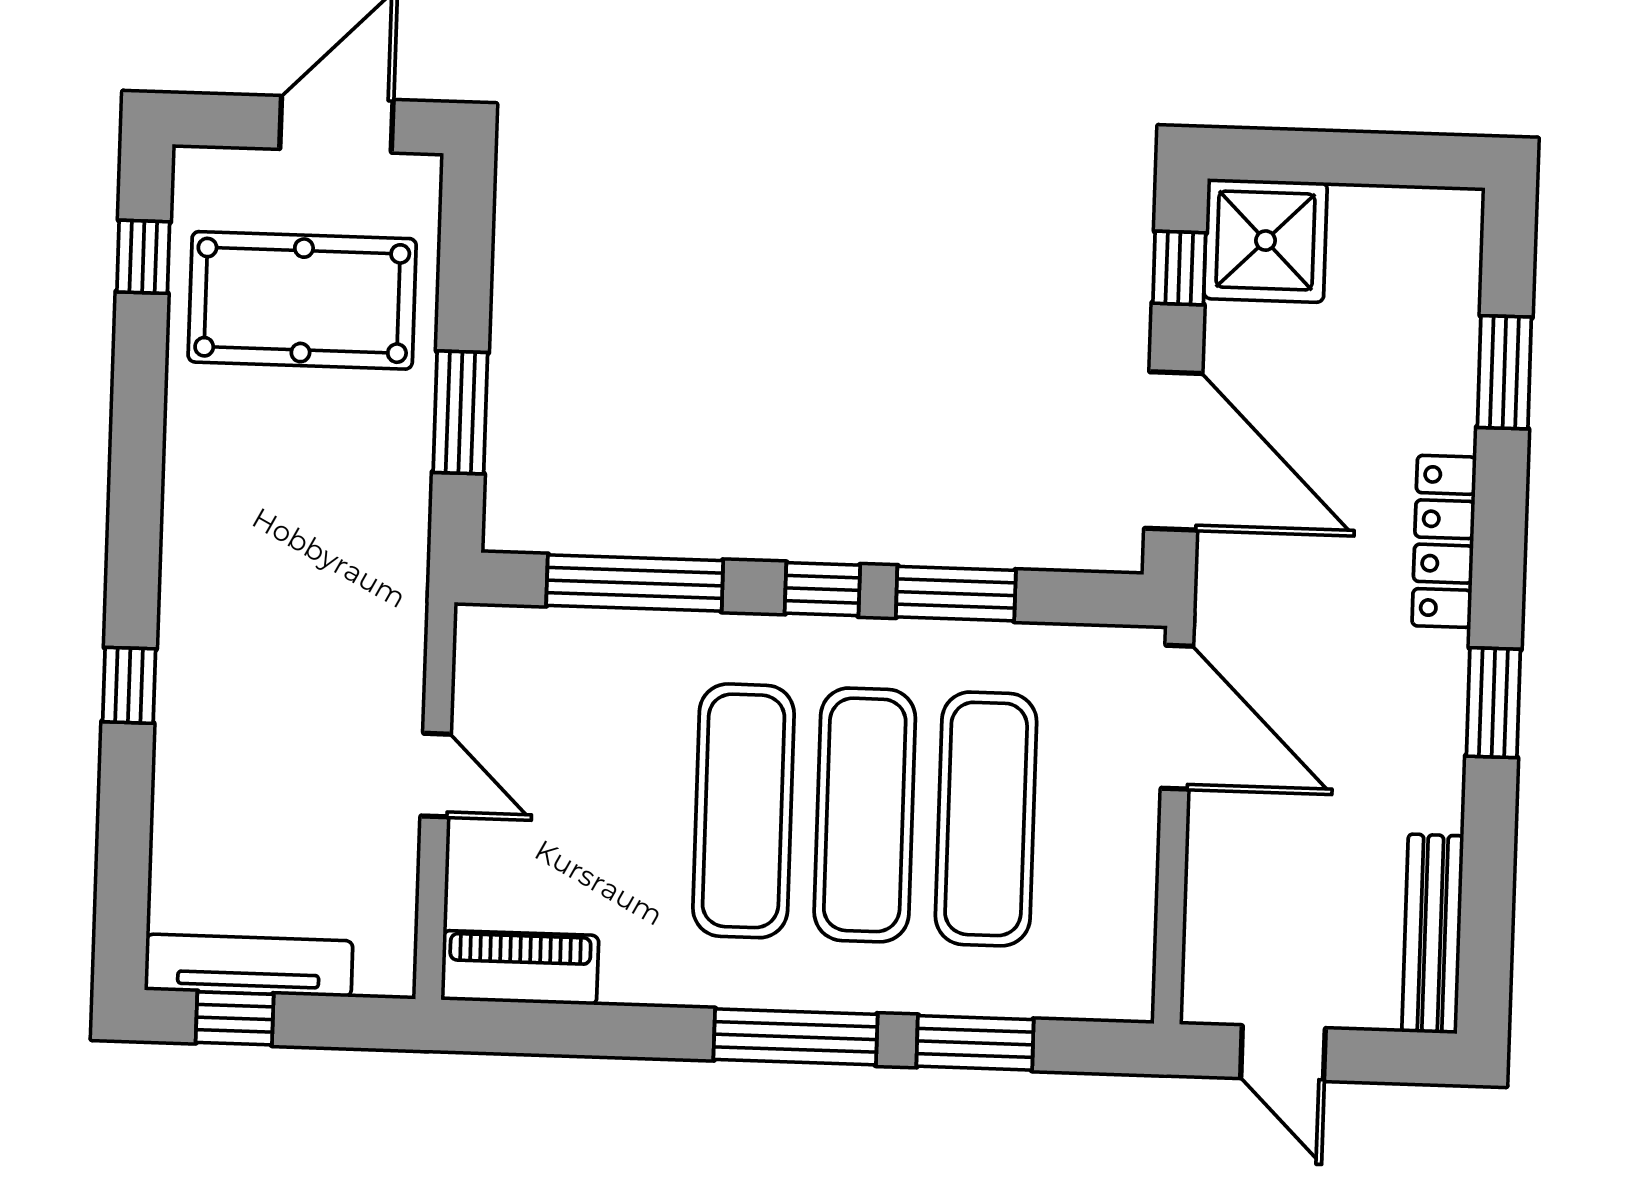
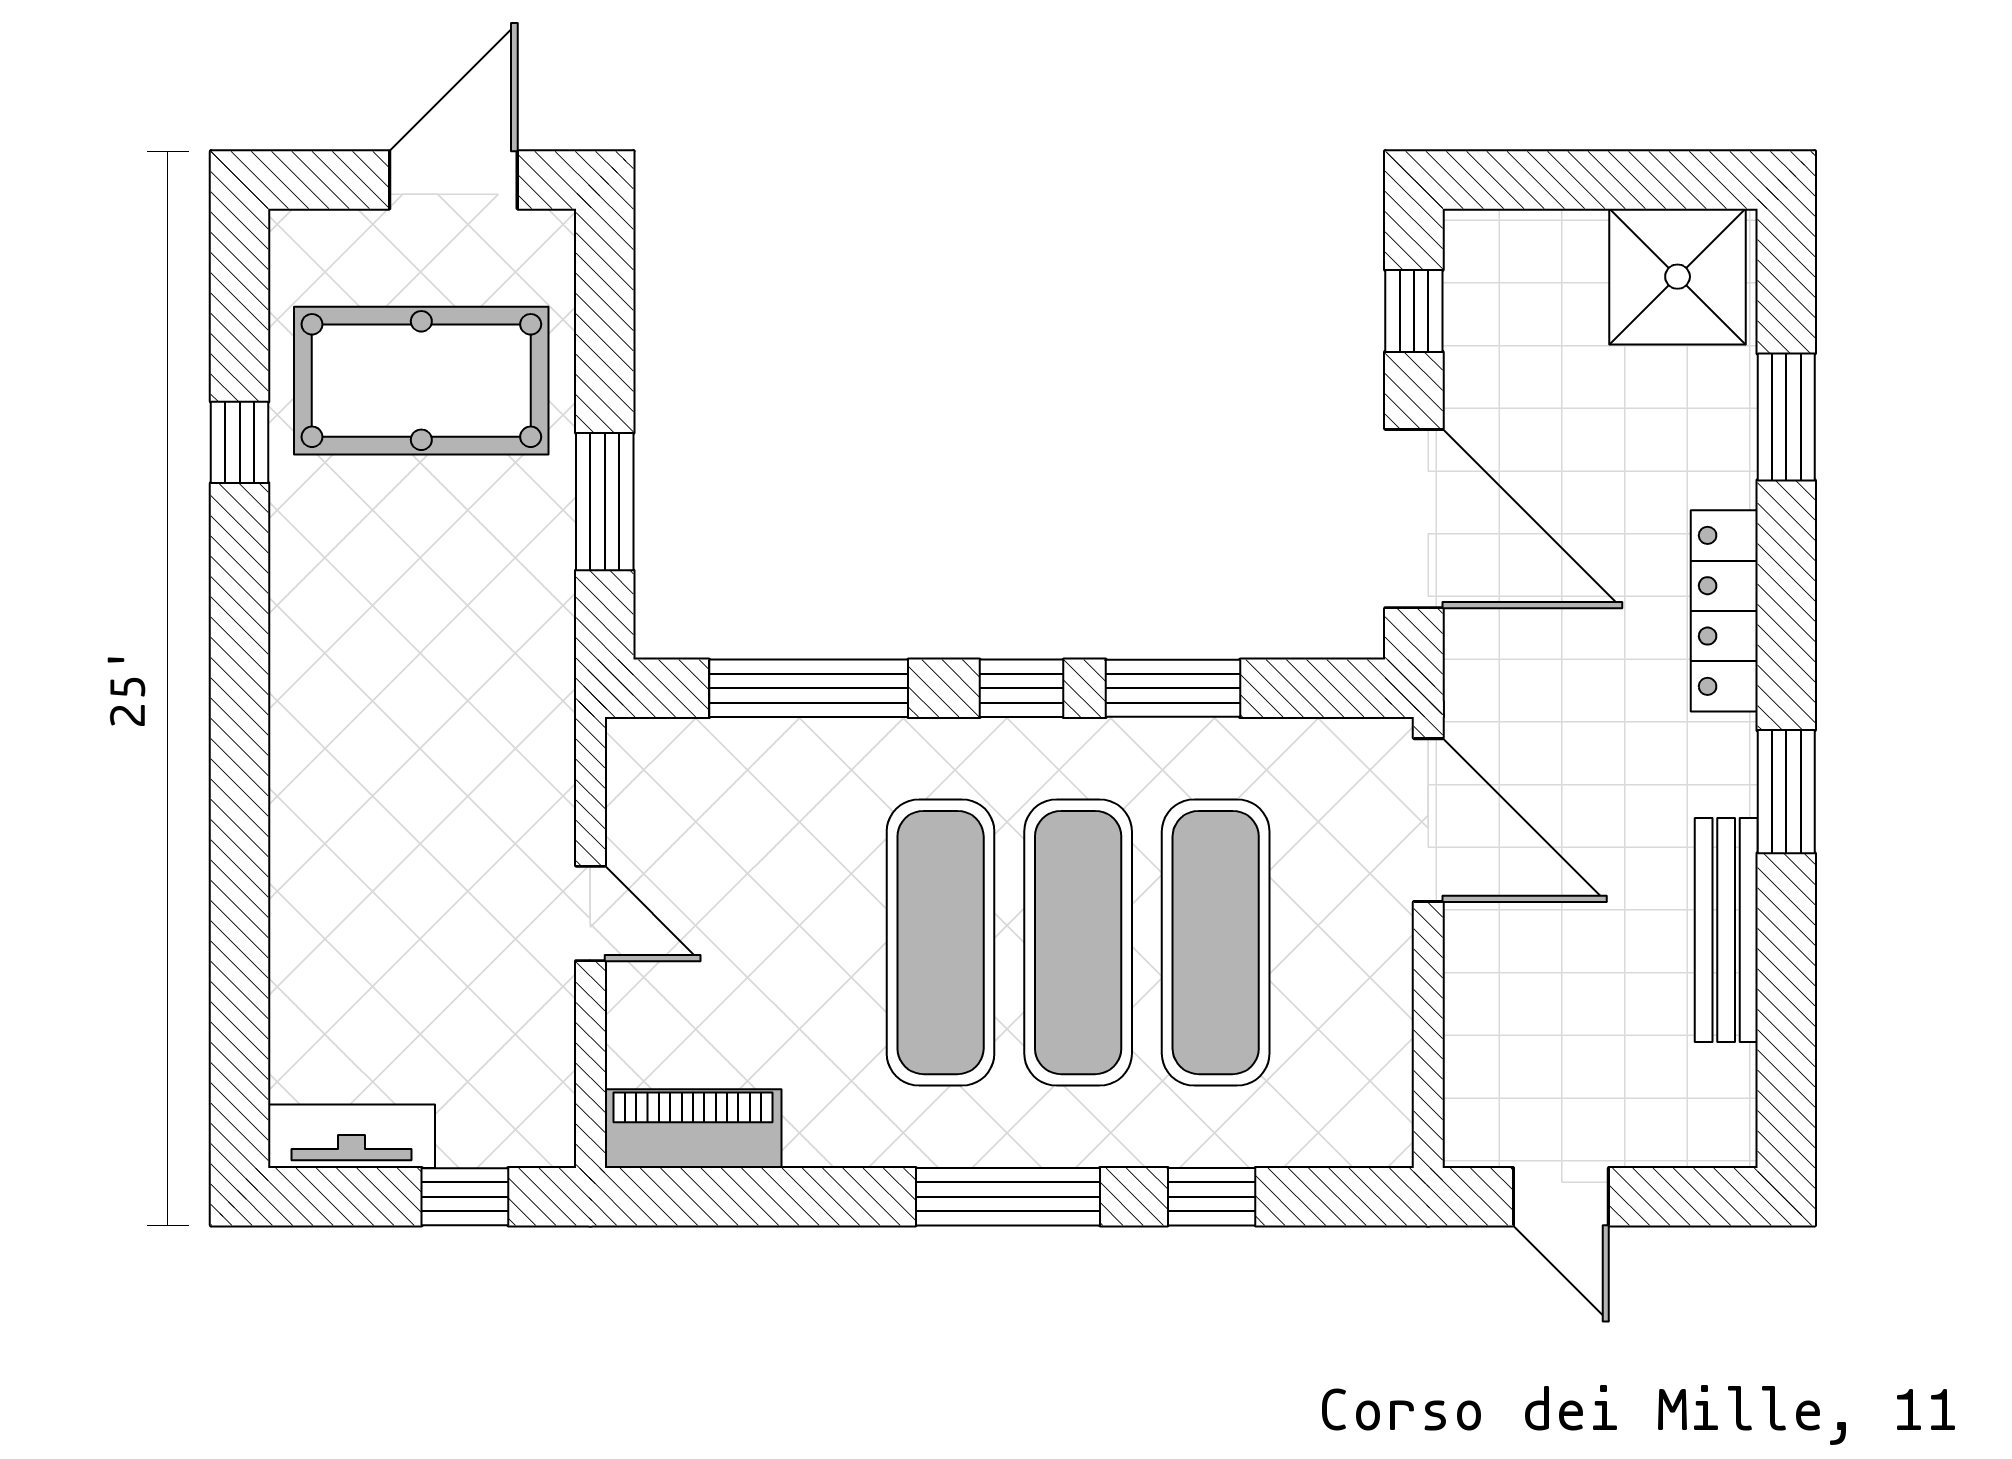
shower: (1265, 241) -> (1678, 277), moved
window: (143, 257) -> (240, 442), moved
window: (129, 685) -> (240, 823), removed
bench: (1433, 934) -> (1726, 930), moved
tv unit: (249, 965) -> (352, 1136), width x0.71
window: (235, 1018) -> (465, 1197), moved
window: (975, 1043) -> (1212, 1197), width x0.67

